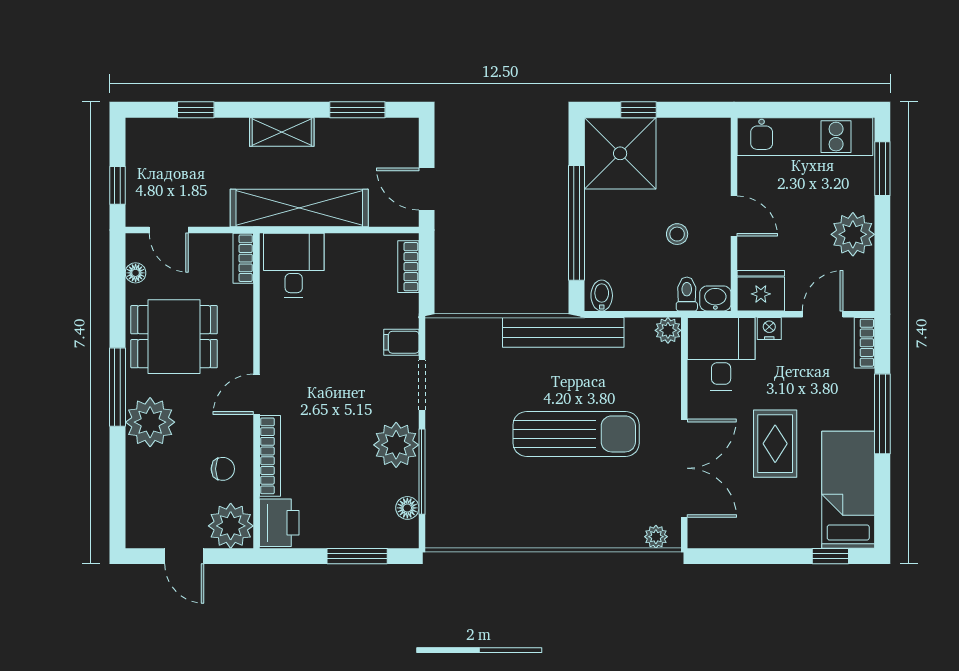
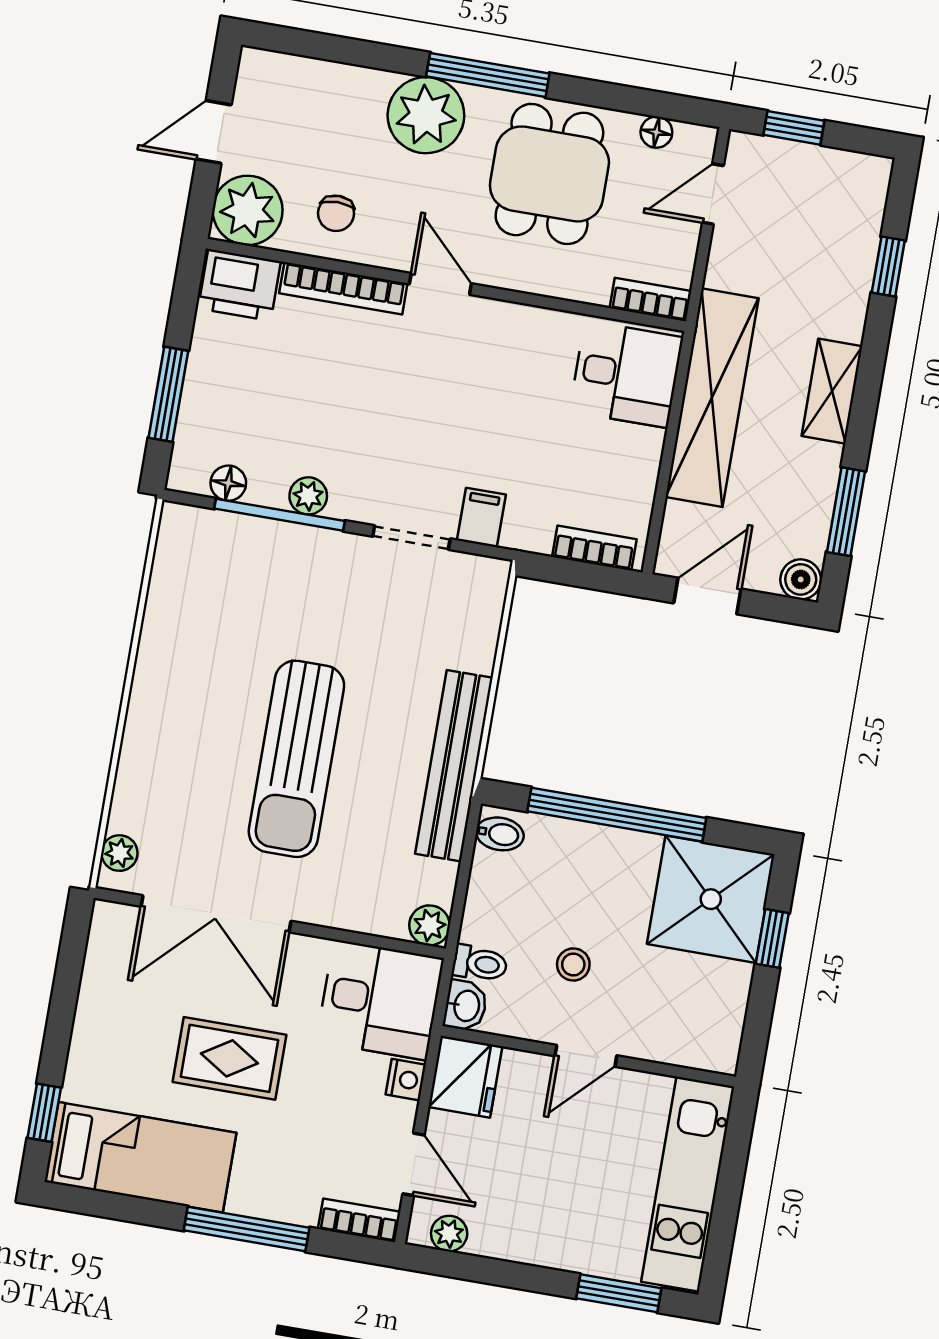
boiler: (406, 131) -> (801, 579), added
plant: (853, 234) -> (449, 1234), moved, width x0.53, depth x0.53
plant: (396, 445) -> (308, 496), width x0.53, depth x0.53

